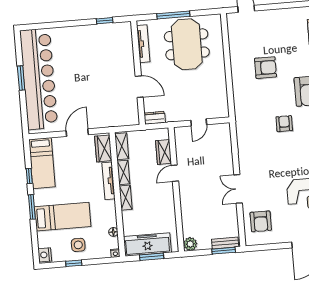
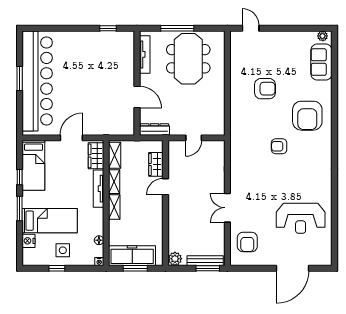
dresser: (155, 118) -> (155, 130), width x1.44
armchair: (284, 124) -> (279, 146), turned -90
bench: (225, 243) -> (205, 261), width x1.36
nightstand: (45, 255) -> (28, 241), moved

